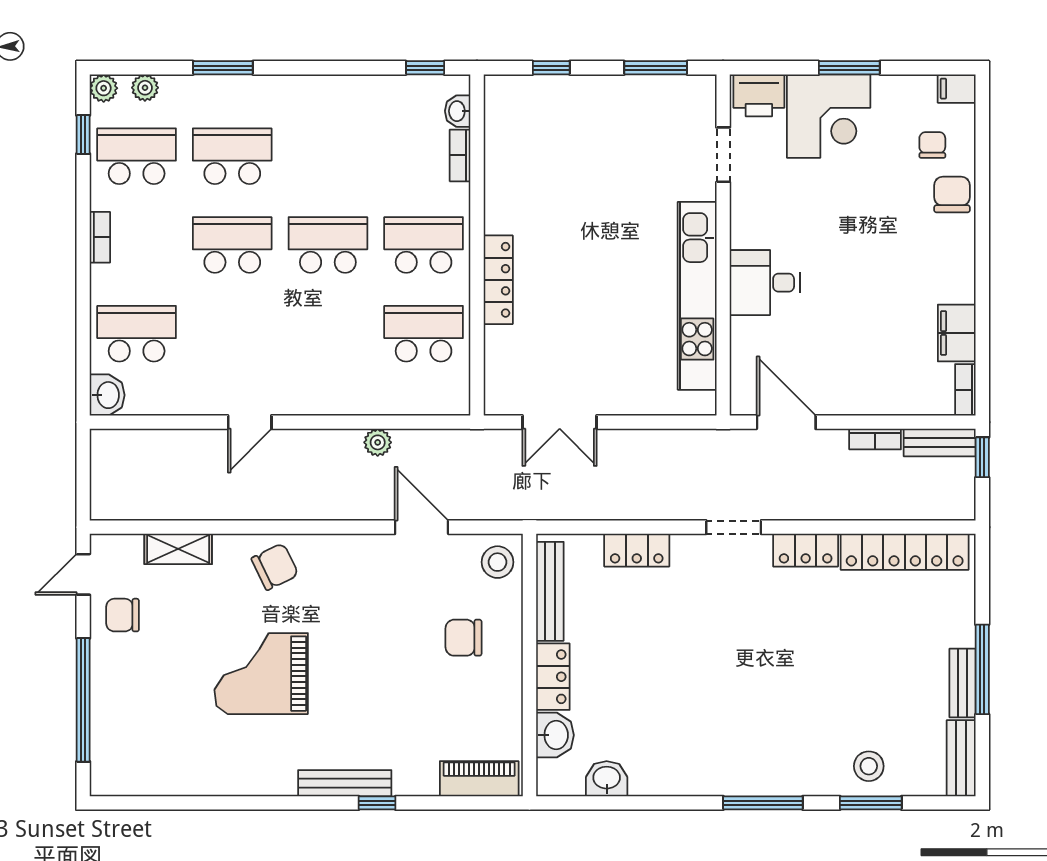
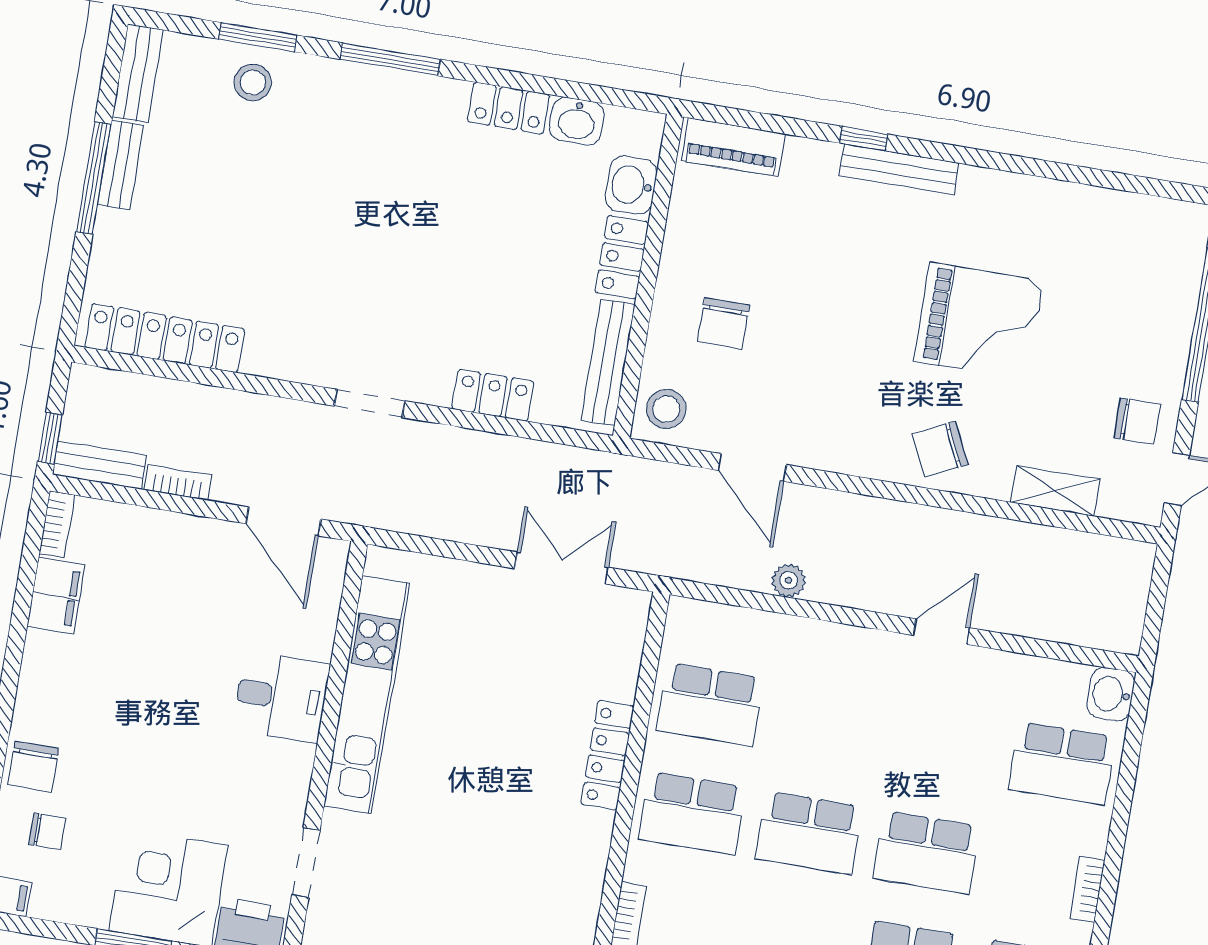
chair: (932, 145) -> (47, 831), turned -90
locker: (806, 550) -> (508, 108), moved, turned 180
chair: (463, 638) -> (723, 323), turned 90

